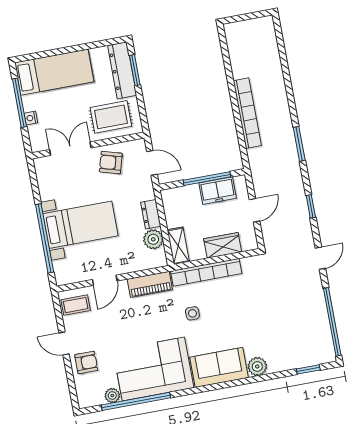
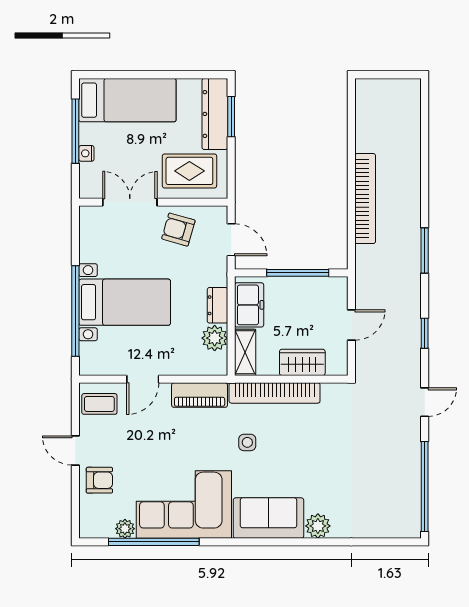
freezer: (218, 191) -> (249, 305), moved, turned -90
window: (308, 369) -> (383, 542), removed

